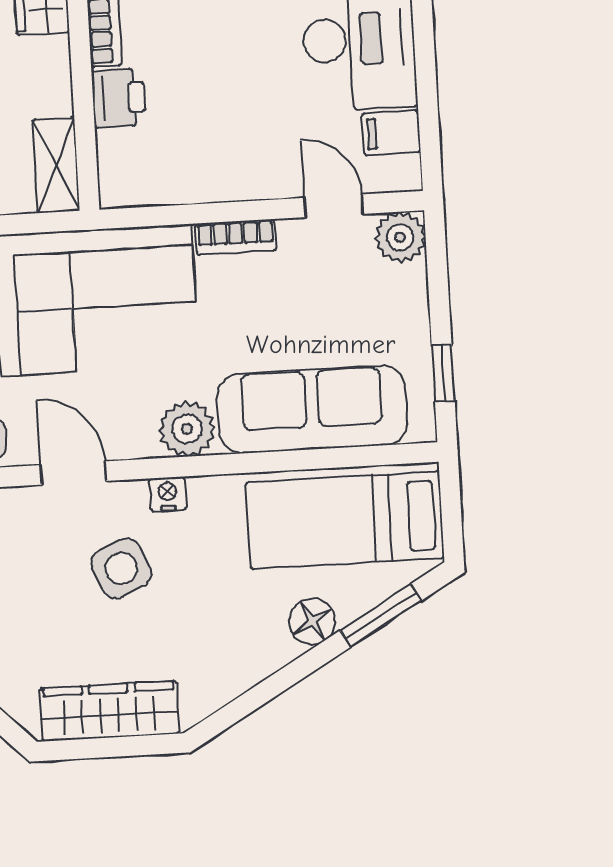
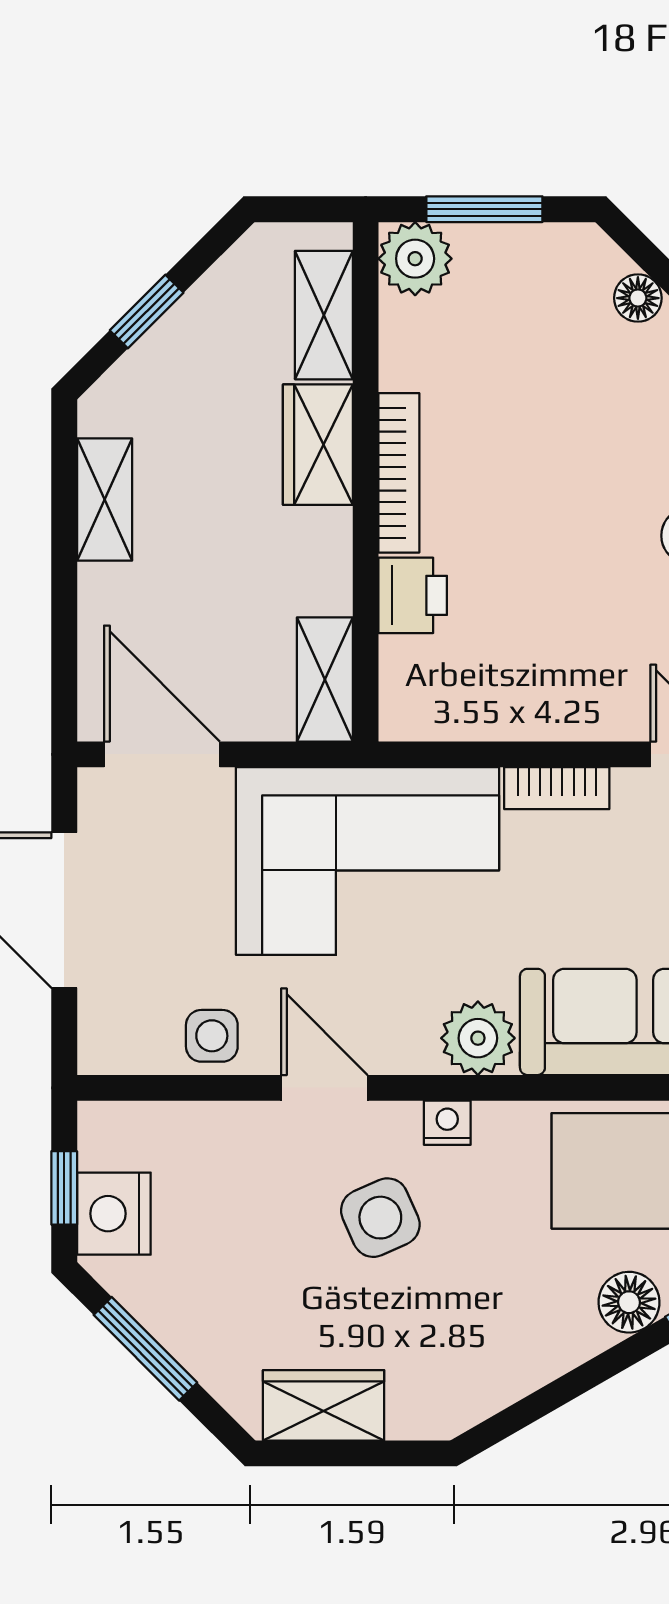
wardrobe: (110, 711) -> (324, 1405), width x0.67

